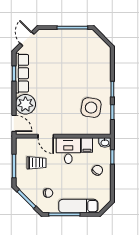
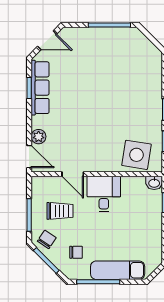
door: (27, 39) -> (47, 40), swing flipped
plant: (25, 104) -> (39, 137), width x0.53, depth x0.53
side table: (91, 108) -> (136, 155), moved
filing cabinet: (87, 145) -> (129, 186), removed
chair: (97, 170) -> (47, 239), moved

